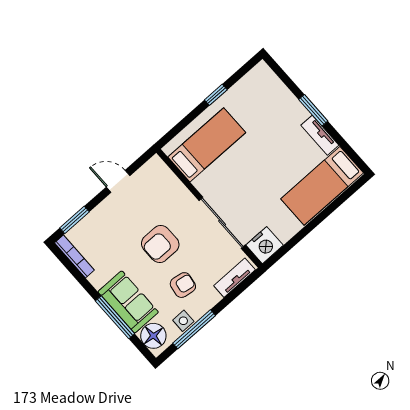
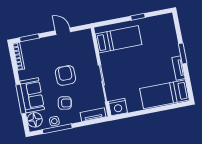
armchair: (160, 244) -> (66, 75), turned 90

